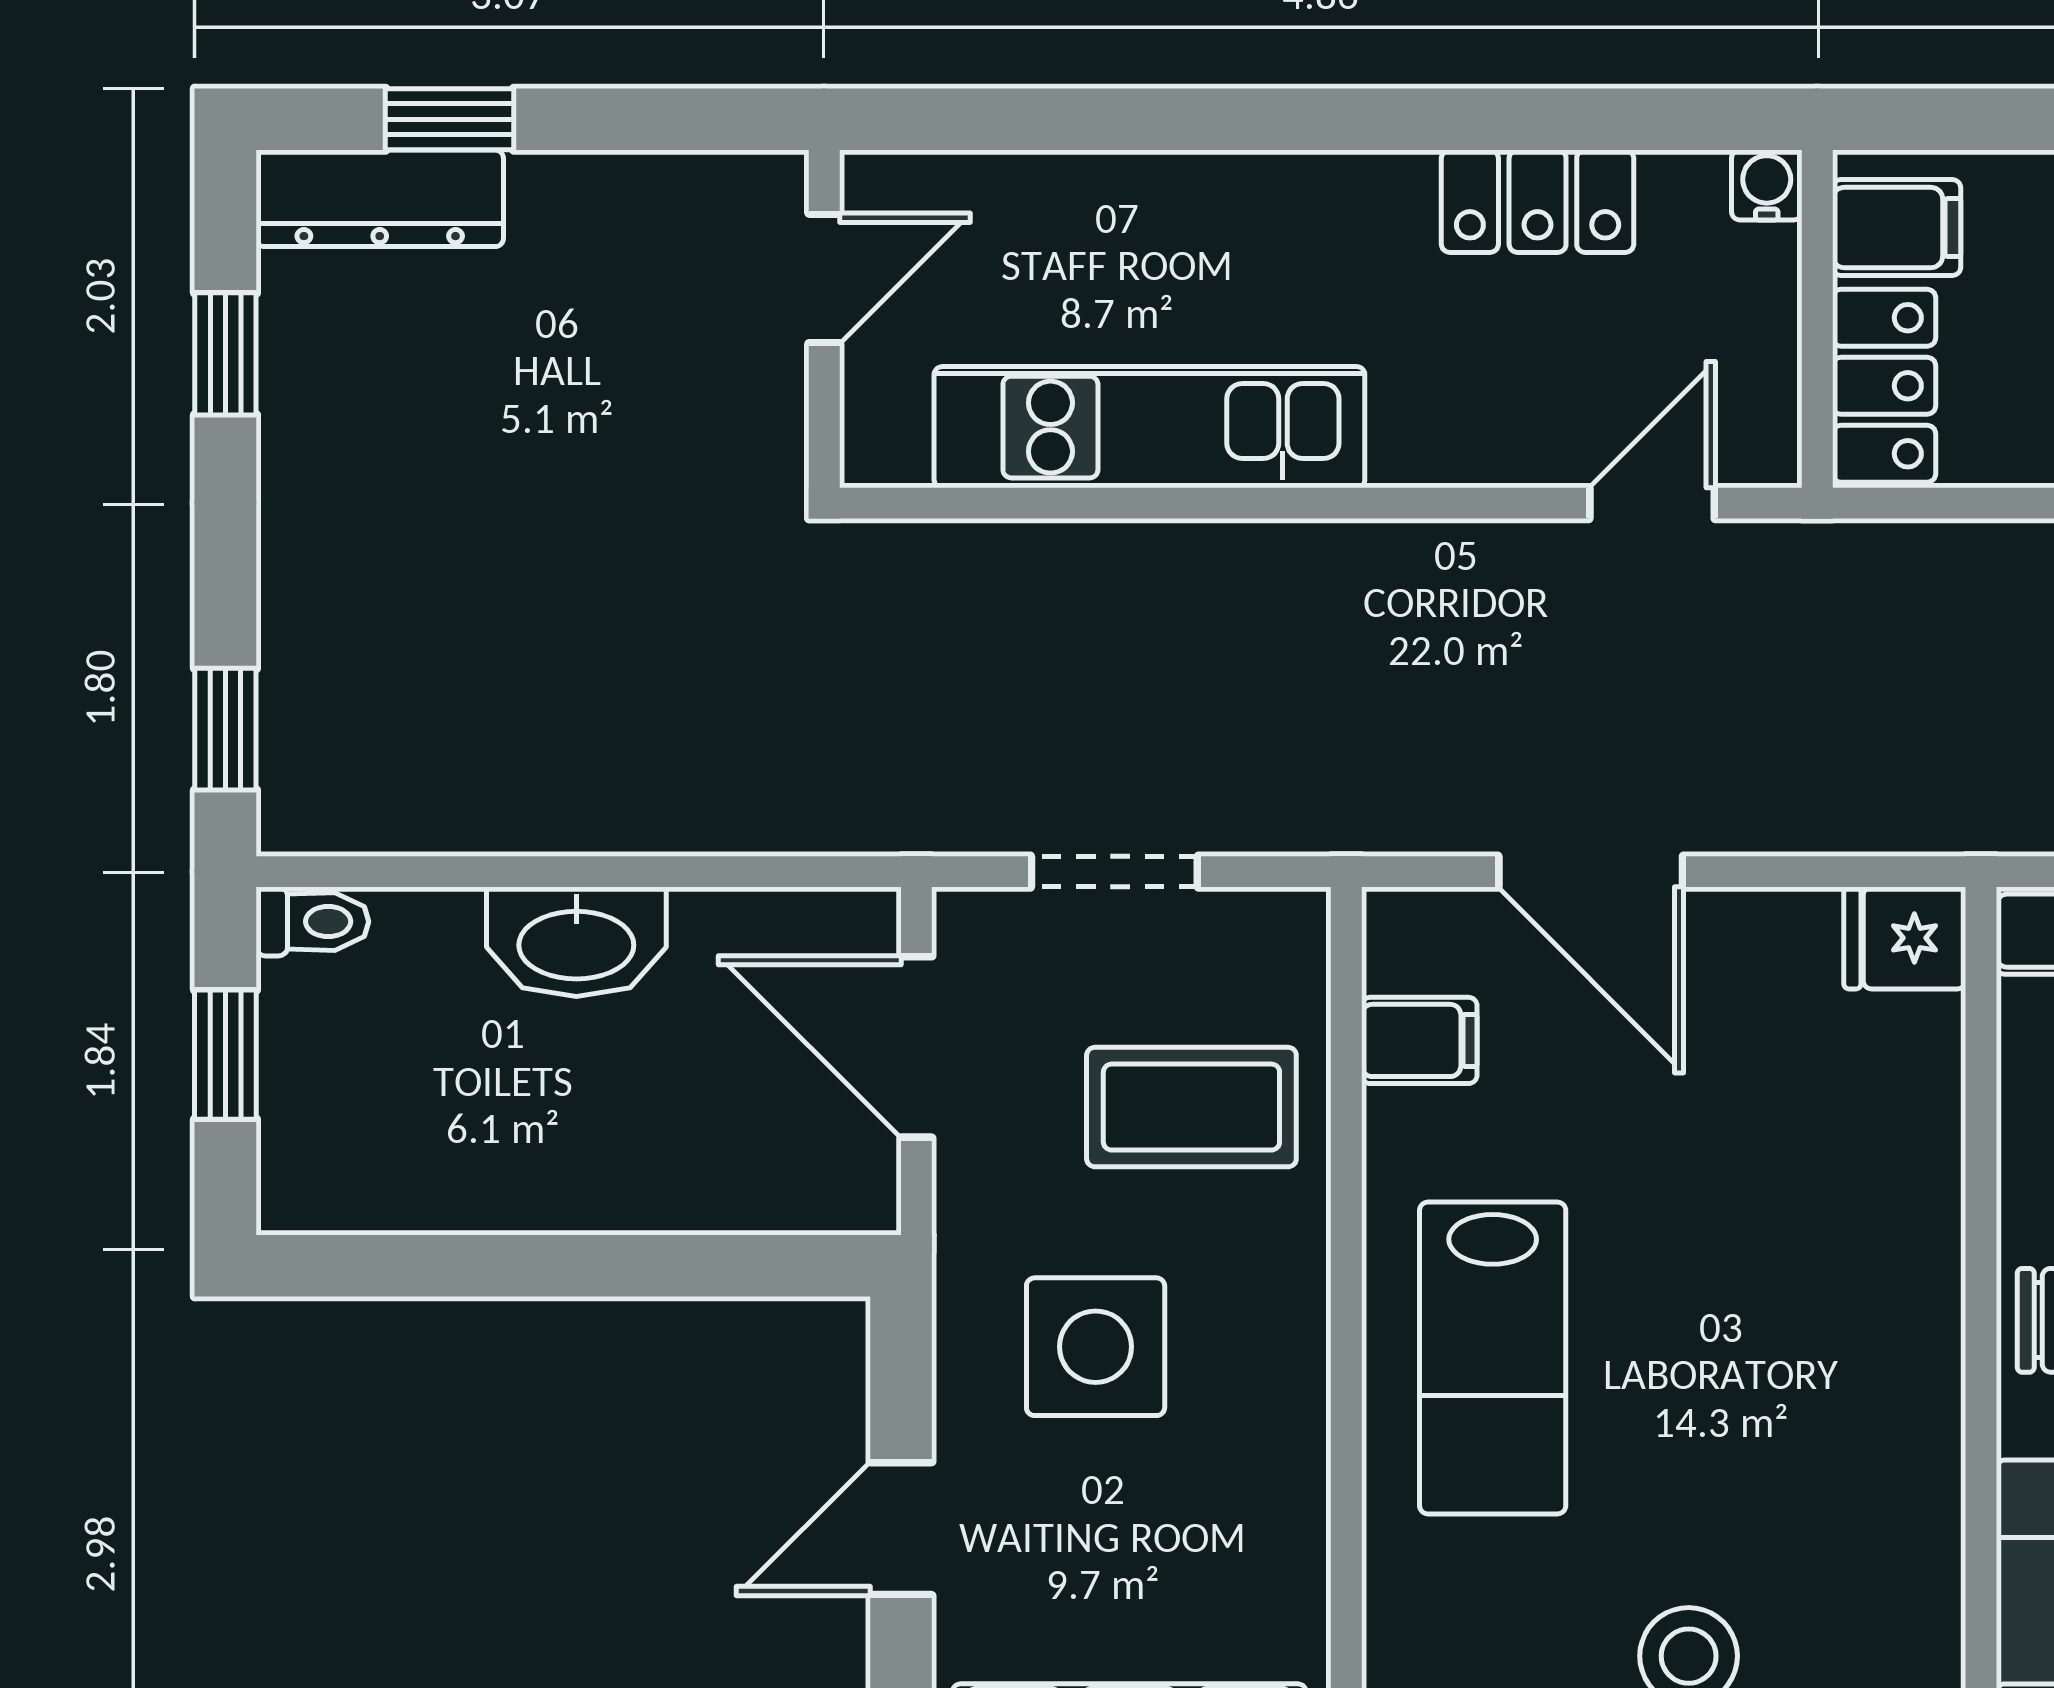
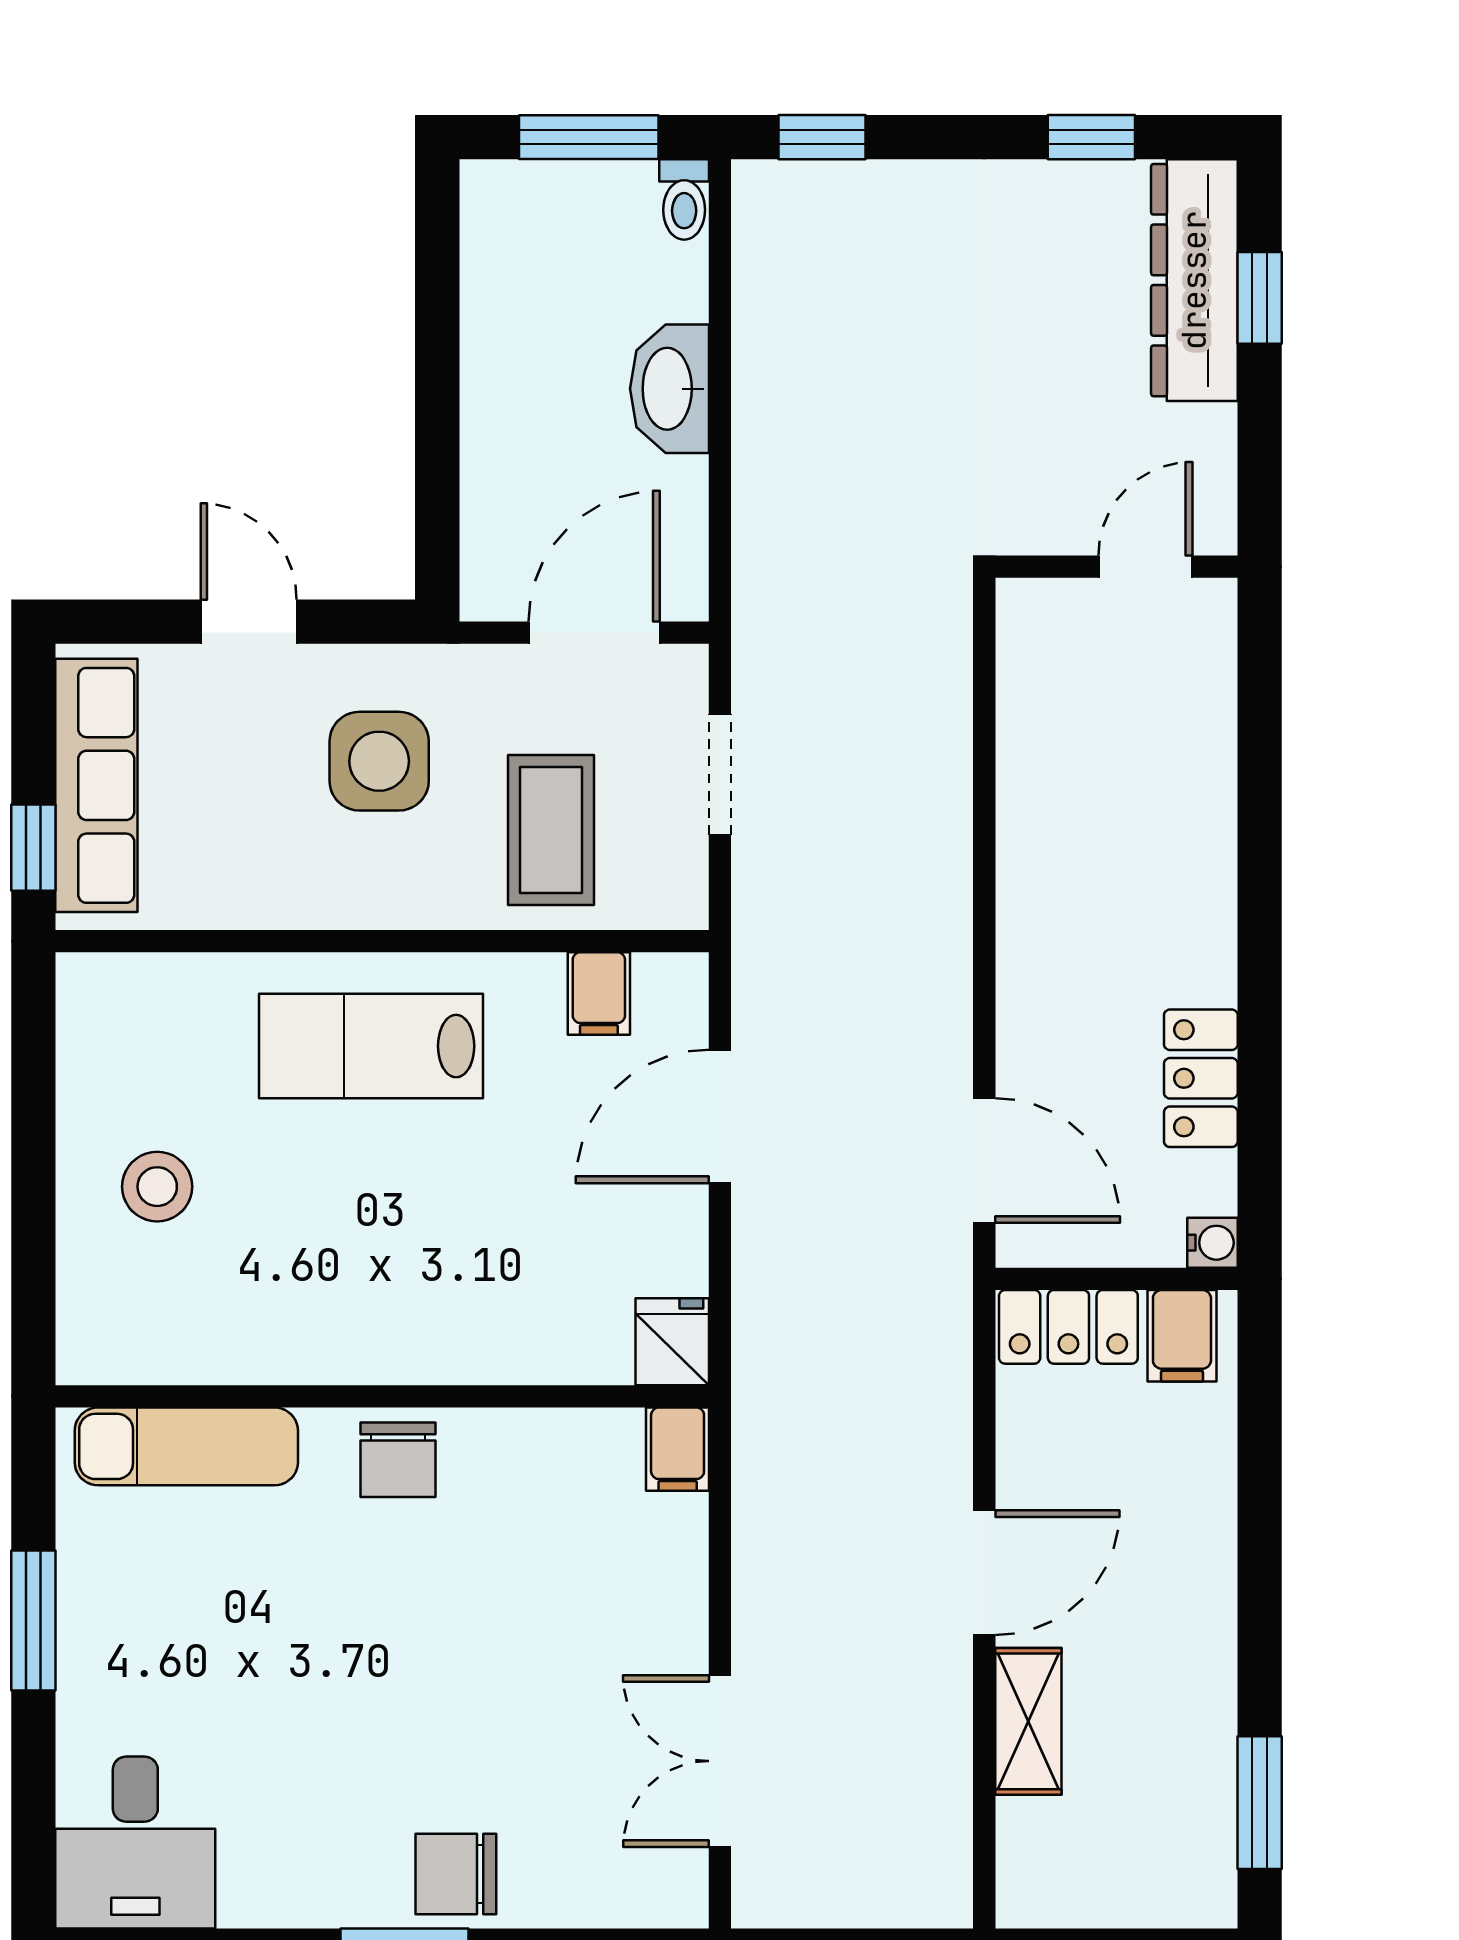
dresser: (380, 198) -> (1194, 280), width x1.37, depth x1.24
door: (824, 278) -> (1145, 567), swing flipped
kitchen unit: (1149, 427) -> (1039, 800), removed
door: (1652, 503) -> (984, 1160), width x1.38
window: (225, 1055) -> (589, 137), width x1.50

